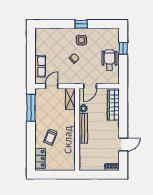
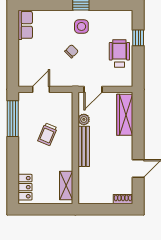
row of seats: (40, 66) -> (25, 25), moved
shelving: (70, 99) -> (66, 185), moved
trolley: (50, 137) -> (47, 134), moved

